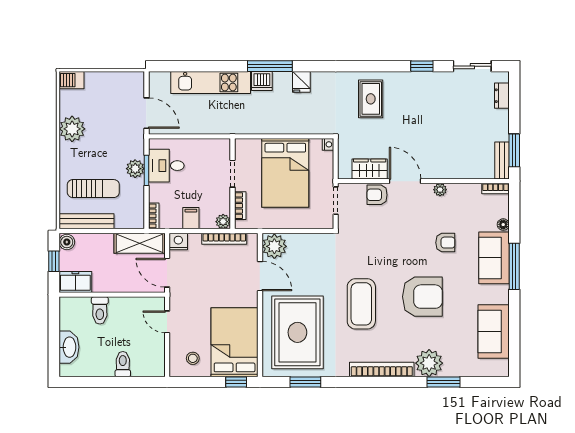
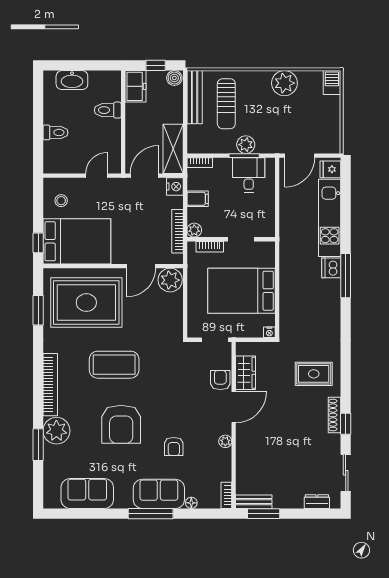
shoe rack: (413, 78) -> (334, 415), added
fridge: (301, 82) -> (330, 169), moved

